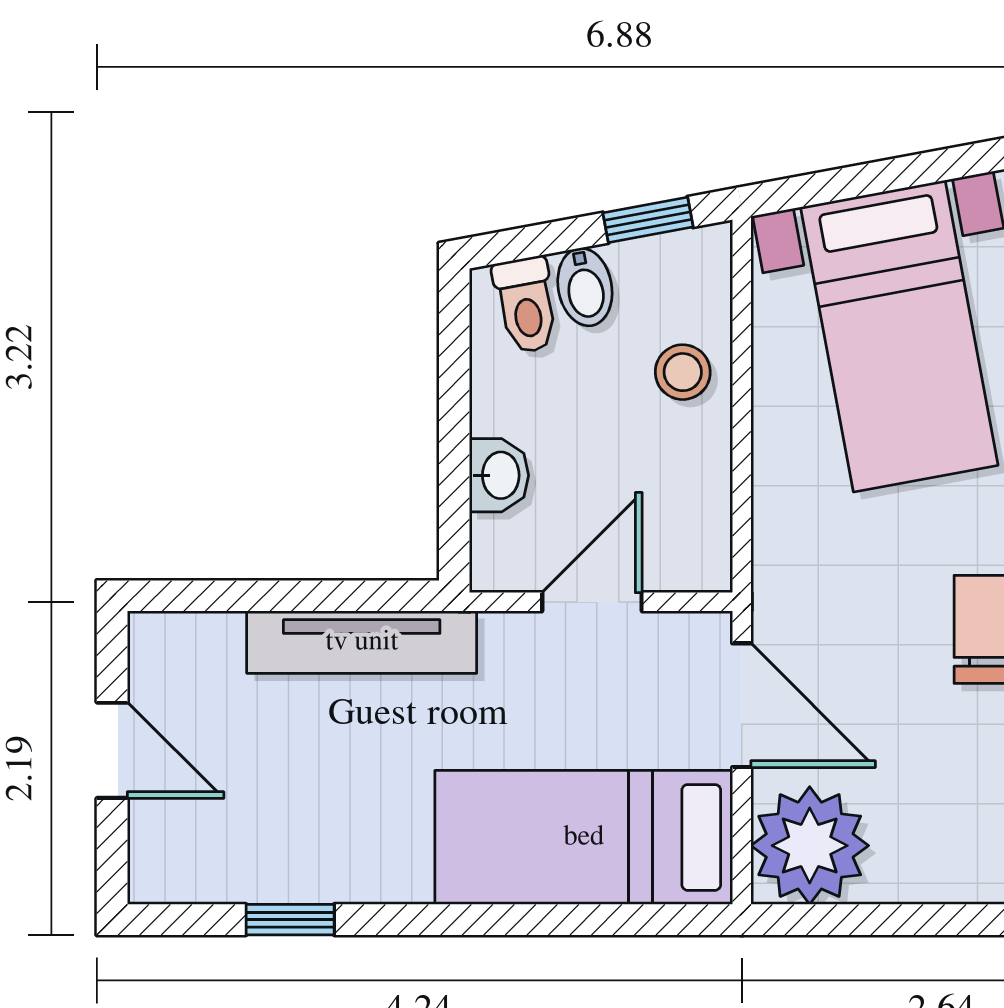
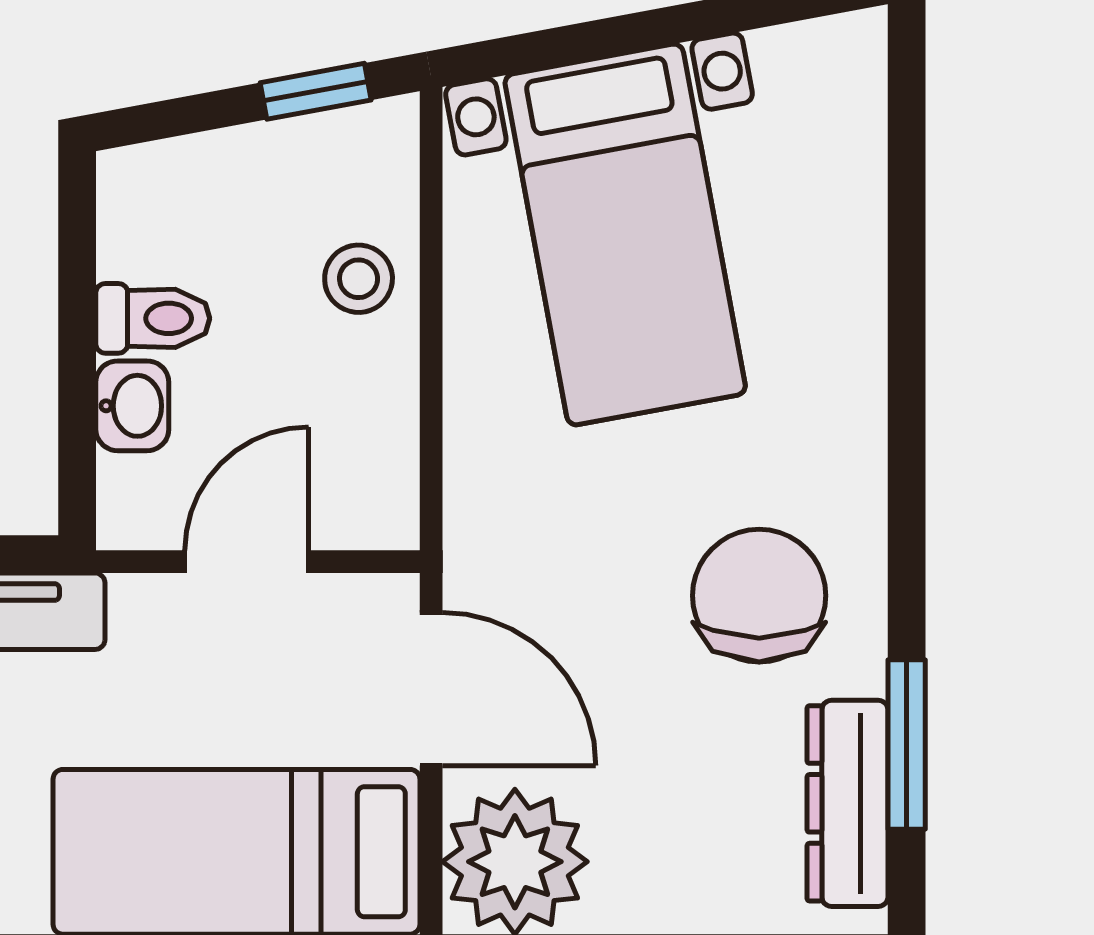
bidet: (585, 287) -> (238, 174), removed
toilet: (526, 305) -> (153, 318), moved, turned -79

